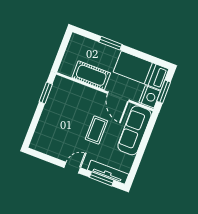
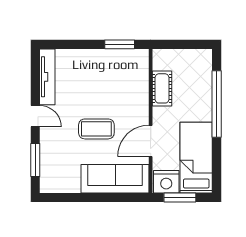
window: (110, 43) -> (217, 104), width x2.11
cot: (91, 75) -> (162, 88), width x0.73, depth x0.75
tv unit: (108, 172) -> (47, 77), moved

